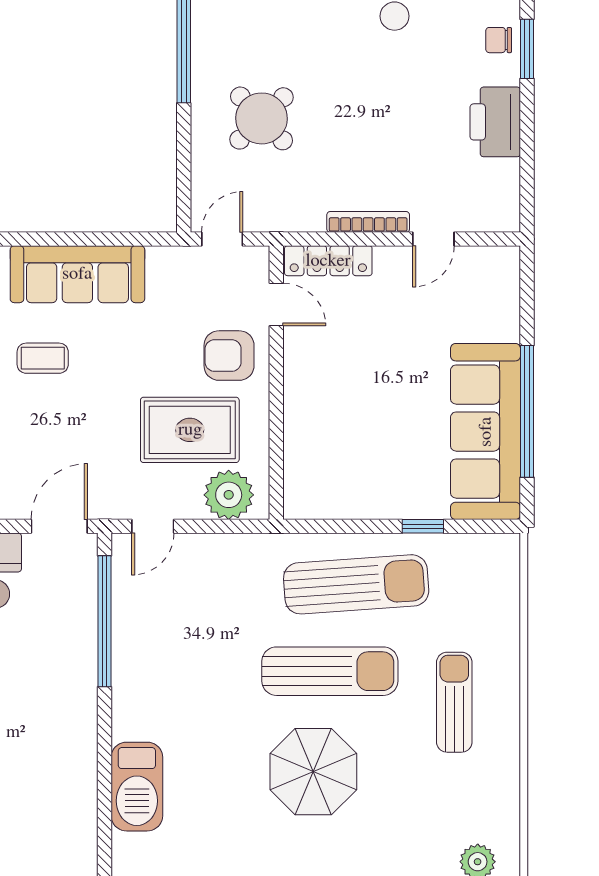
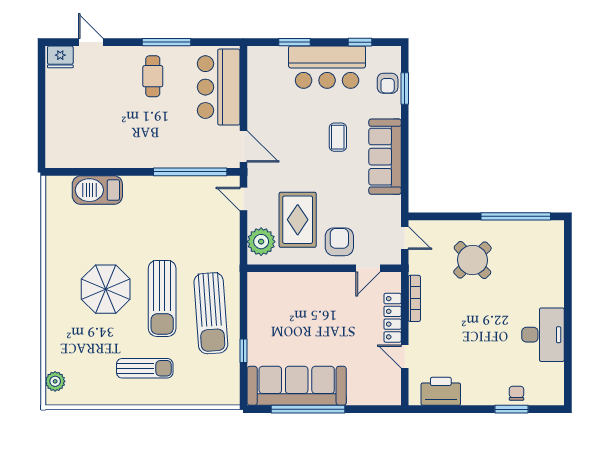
printer: (495, 122) -> (441, 391), moved
bookcase: (368, 222) -> (414, 298), moved
locker: (328, 261) -> (393, 318), moved

